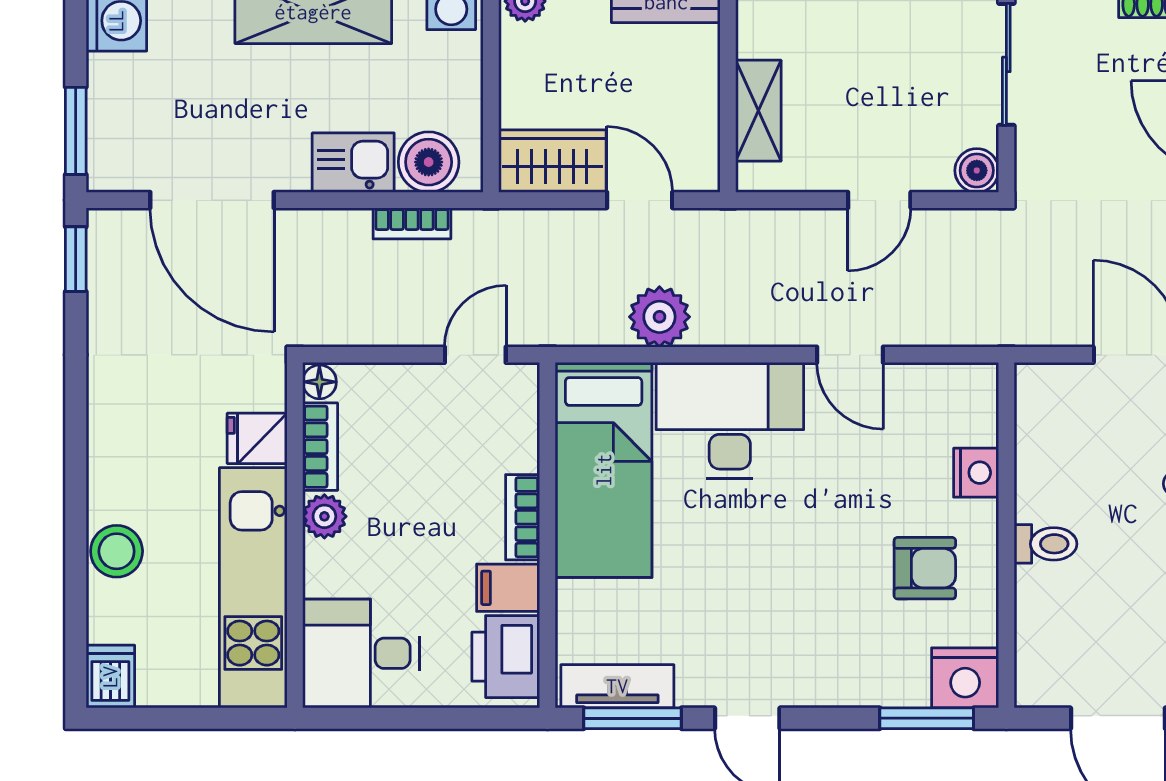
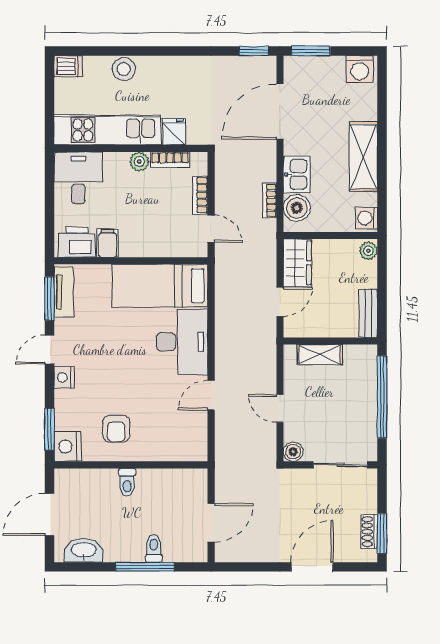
plant: (659, 317) -> (228, 311), removed
floor lamp: (319, 382) -> (199, 159), removed
nightstand: (976, 473) -> (64, 377), moved, turned 90
bookcase: (523, 517) -> (200, 195), moved, turned -90

